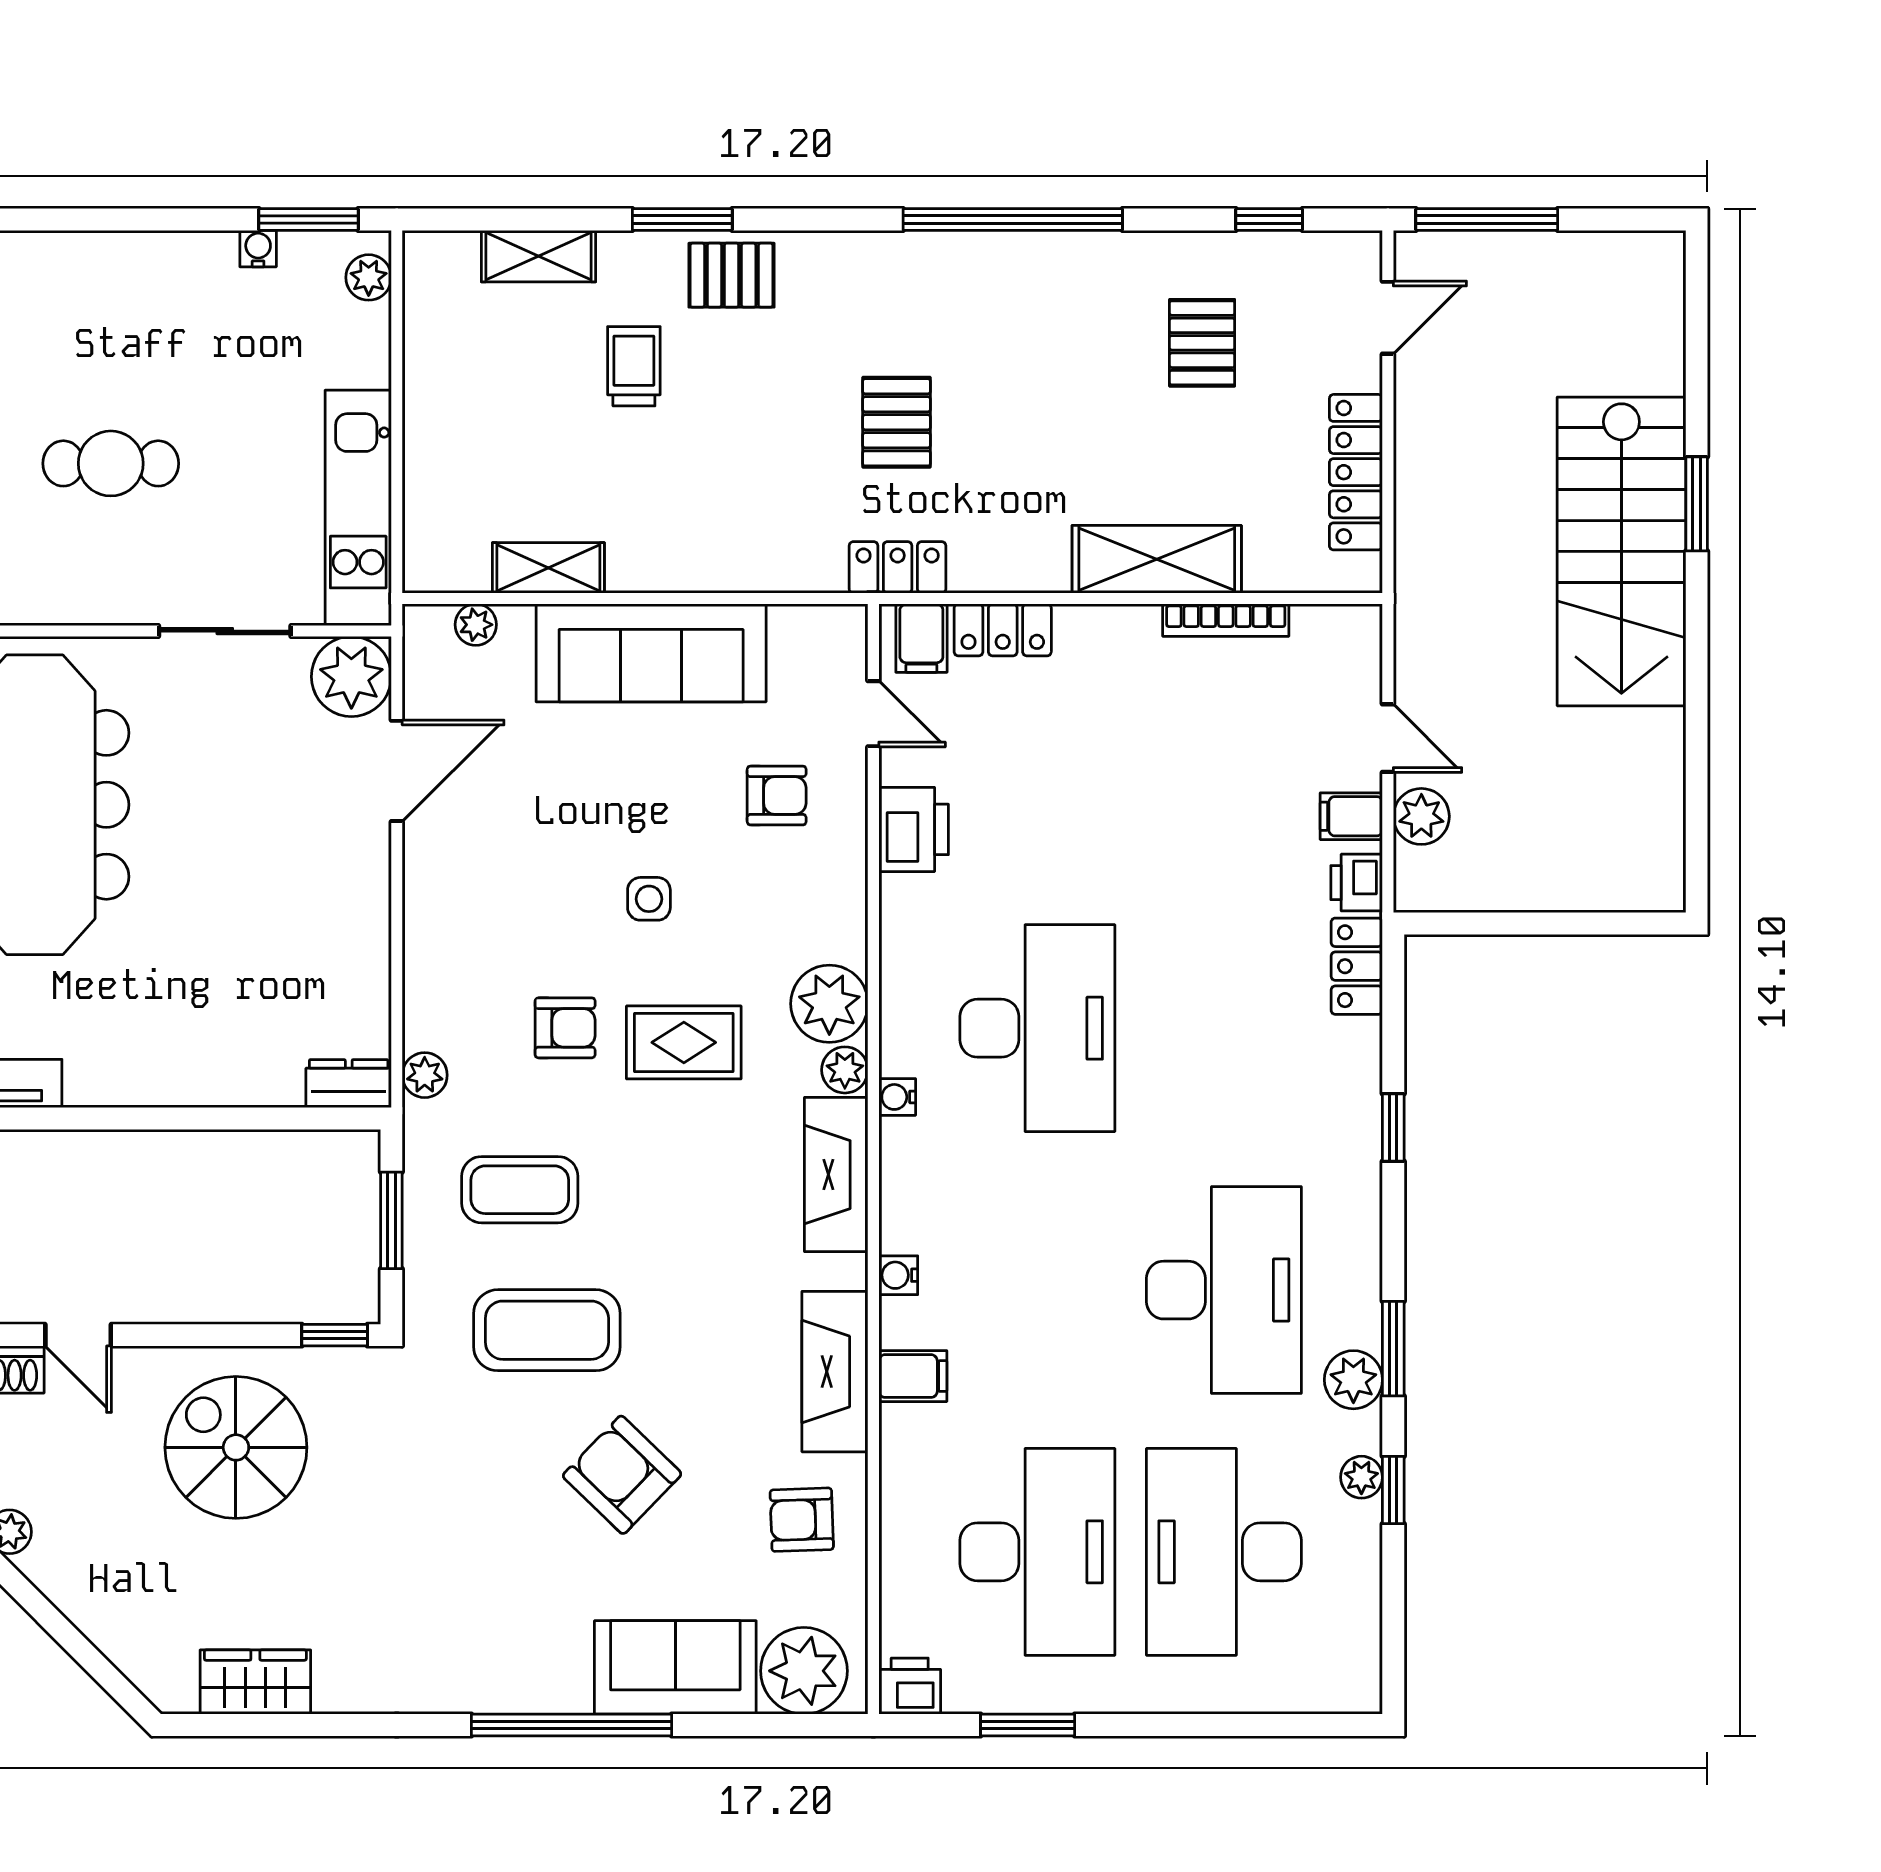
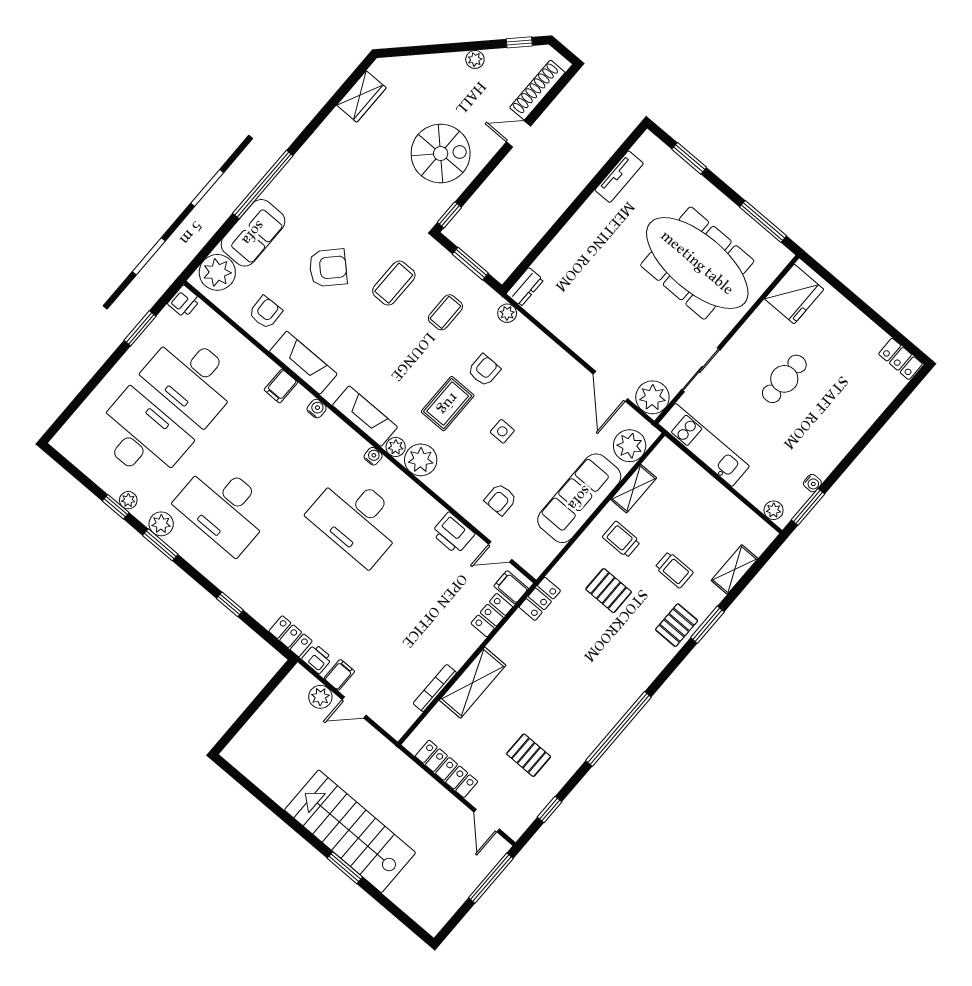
pallet: (896, 422) -> (609, 591), moved
trolley: (661, 511) -> (621, 539), added
plant: (476, 625) -> (630, 446), width x1.88, depth x1.88
armchair: (565, 1028) -> (484, 370), turned 180
coffee table: (520, 1190) -> (445, 312), width x0.73, depth x0.77
coffee table: (547, 1330) -> (394, 283), width x0.73, depth x0.76

